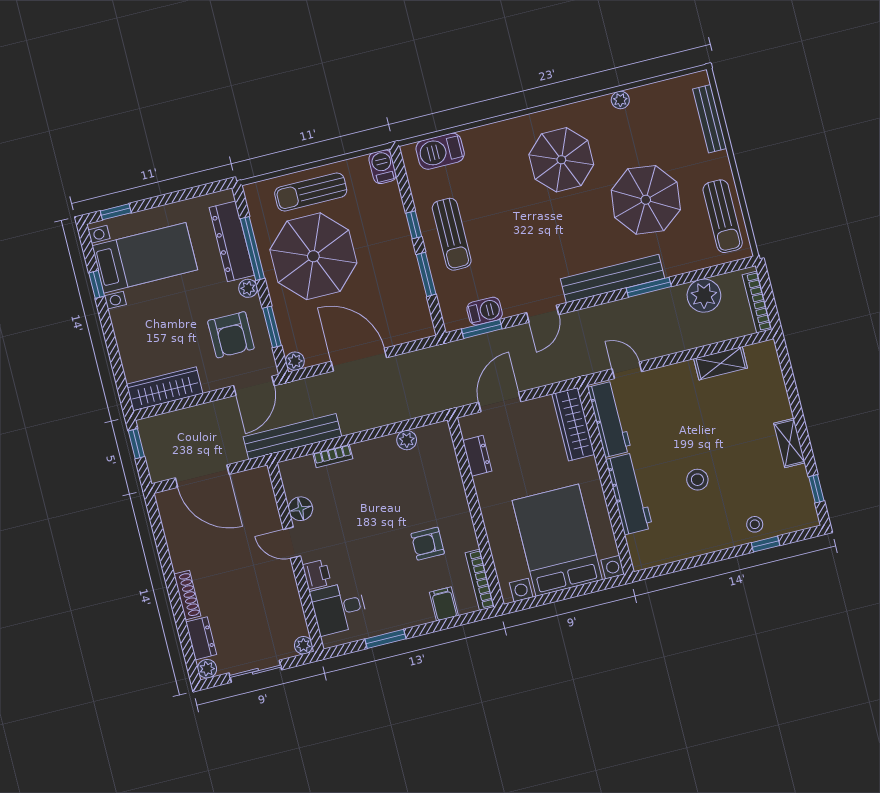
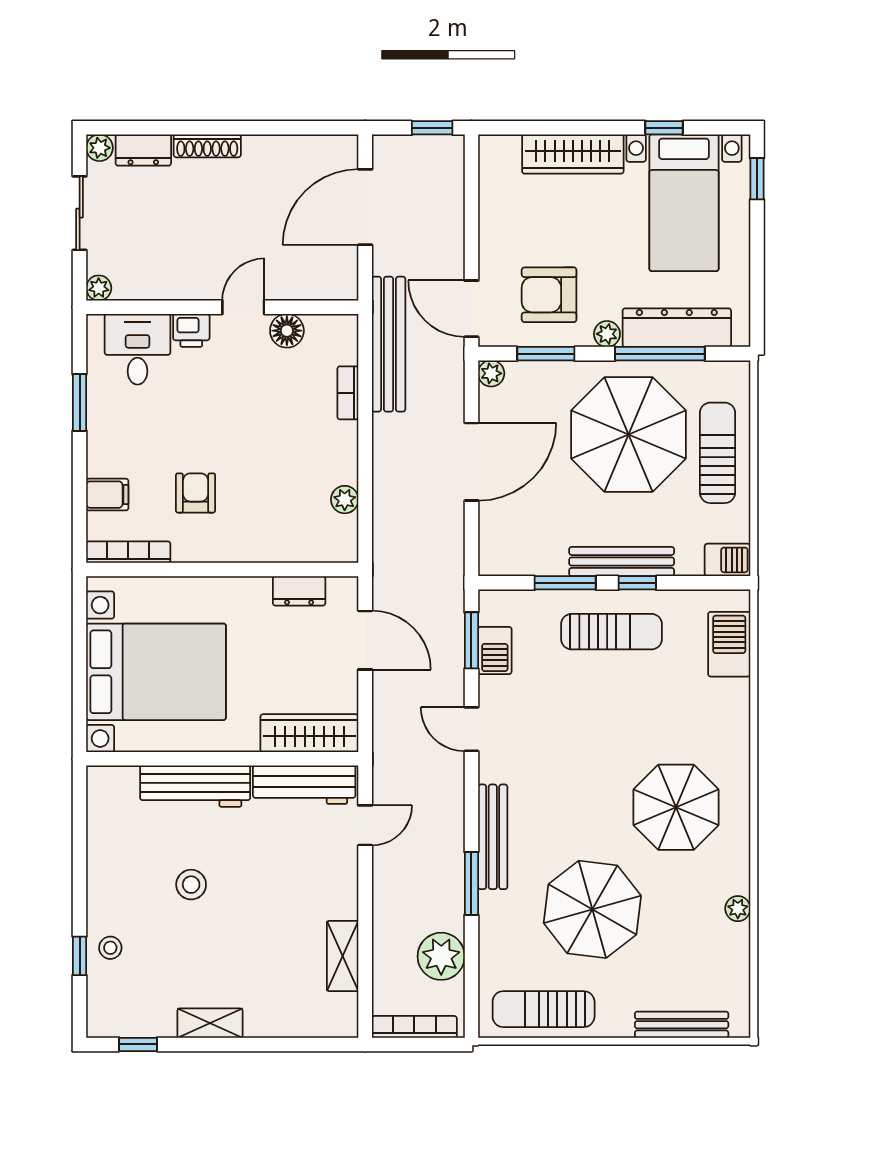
sun lounger: (452, 234) -> (611, 632), turned 180
bench: (402, 239) -> (622, 561), added
bench: (612, 278) -> (493, 837), width x0.73, depth x0.82
wardrobe: (165, 389) -> (573, 154), moved, turned 90

